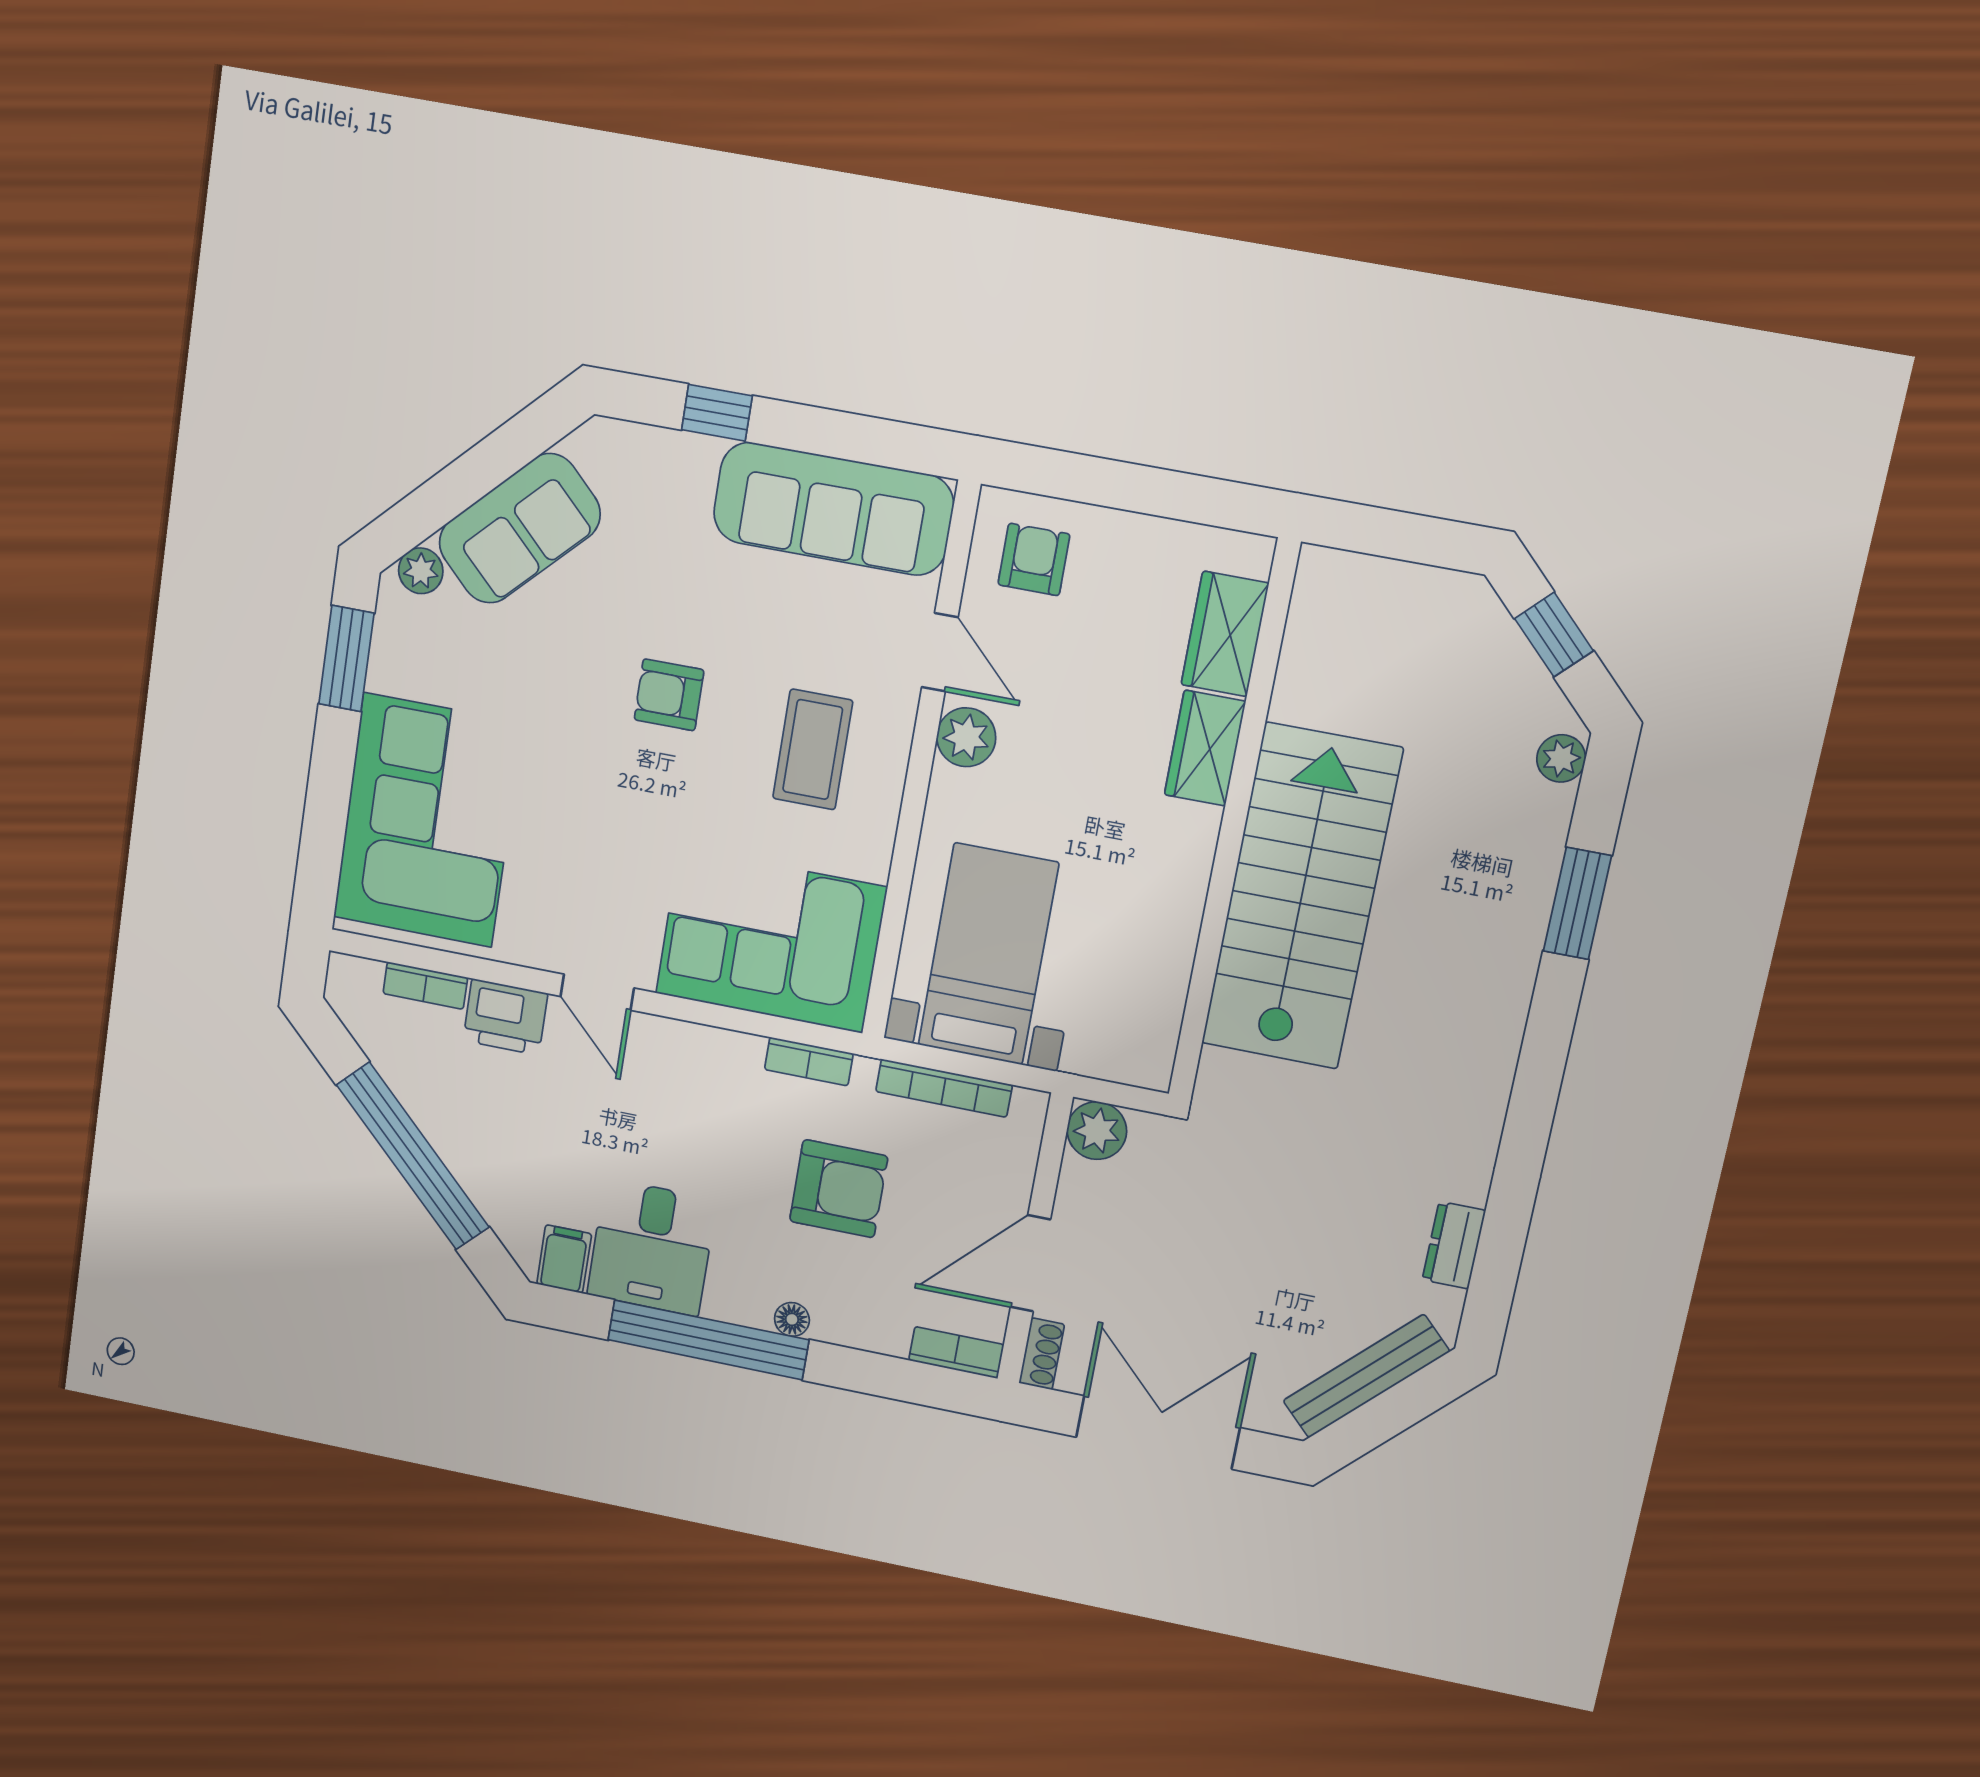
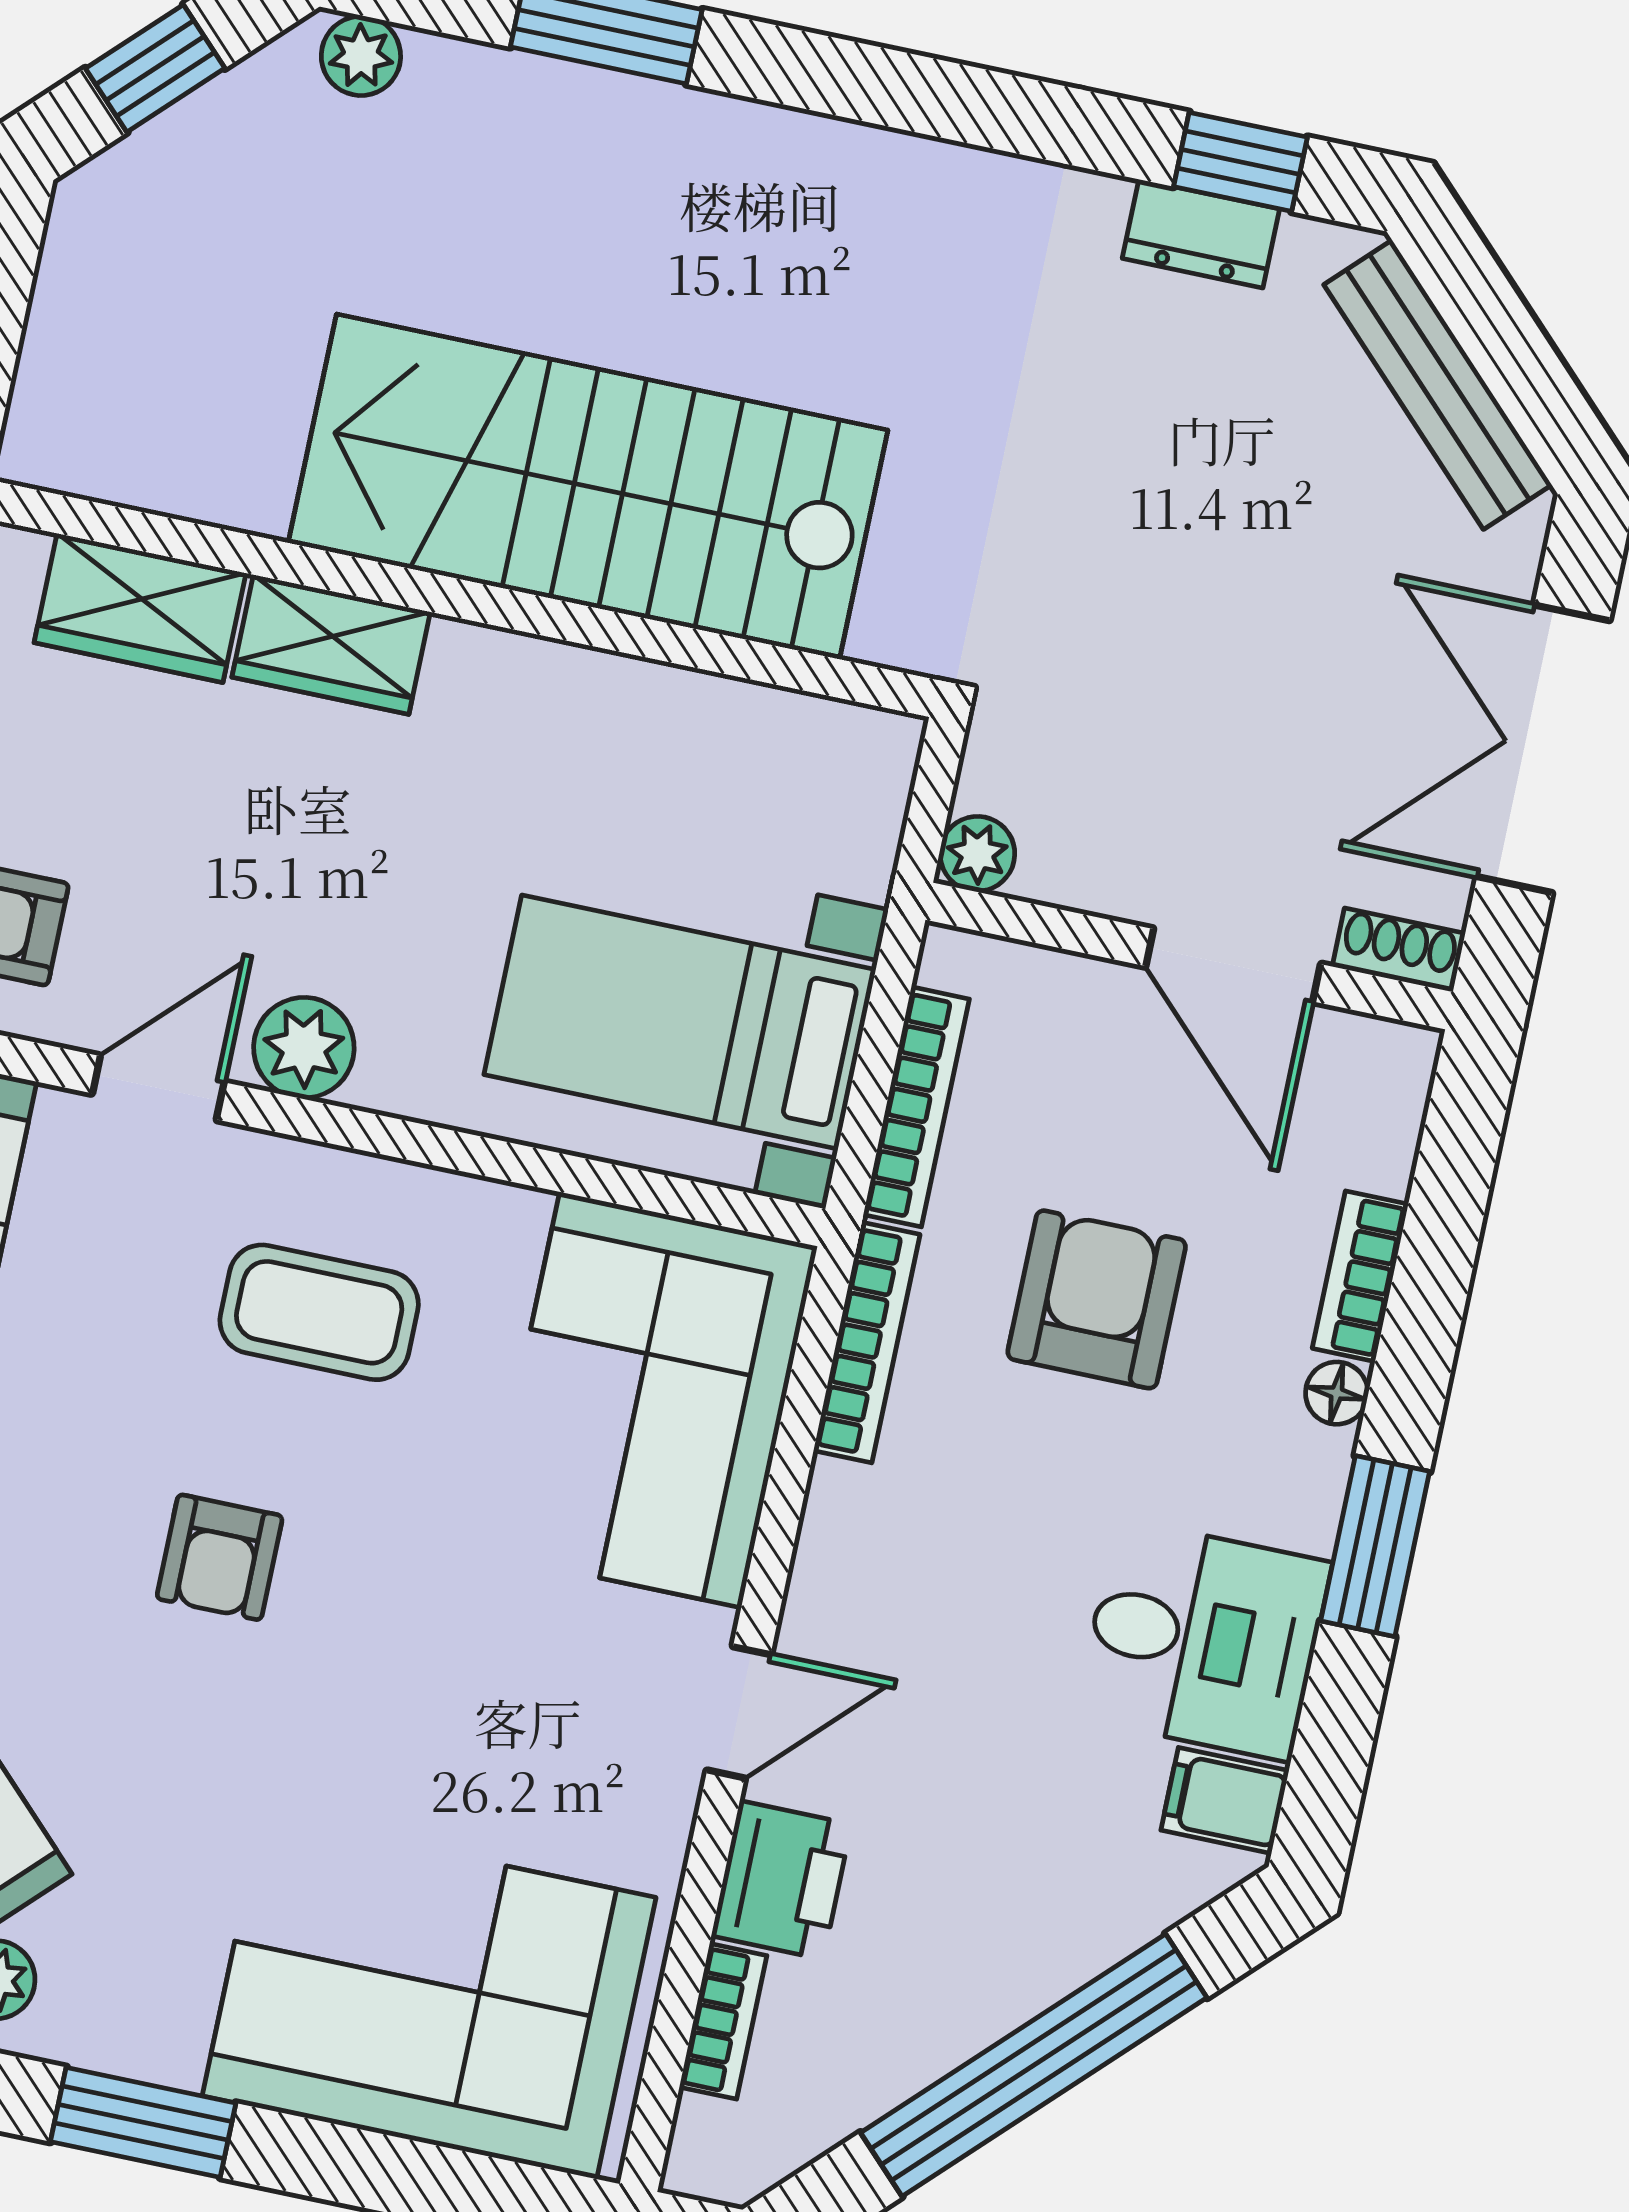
bookcase: (809, 1061) -> (867, 1343), width x1.56
plant: (1097, 1131) -> (977, 854), width x0.73, depth x0.73
window: (1496, 1267) -> (1240, 162), added
window: (708, 1340) -> (1375, 1546), width x0.47
bookcase: (956, 1353) -> (1360, 1276), moved

